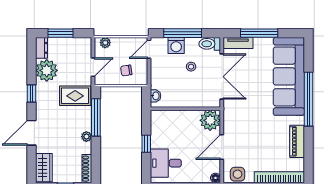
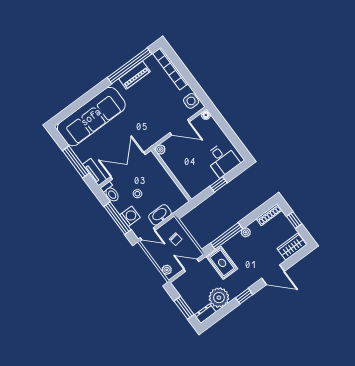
washbasin: (156, 96) -> (160, 215), moved, width x1.91, depth x1.45
window: (309, 99) -> (129, 66), moved
plant: (210, 120) -> (160, 149), width x0.53, depth x0.53

